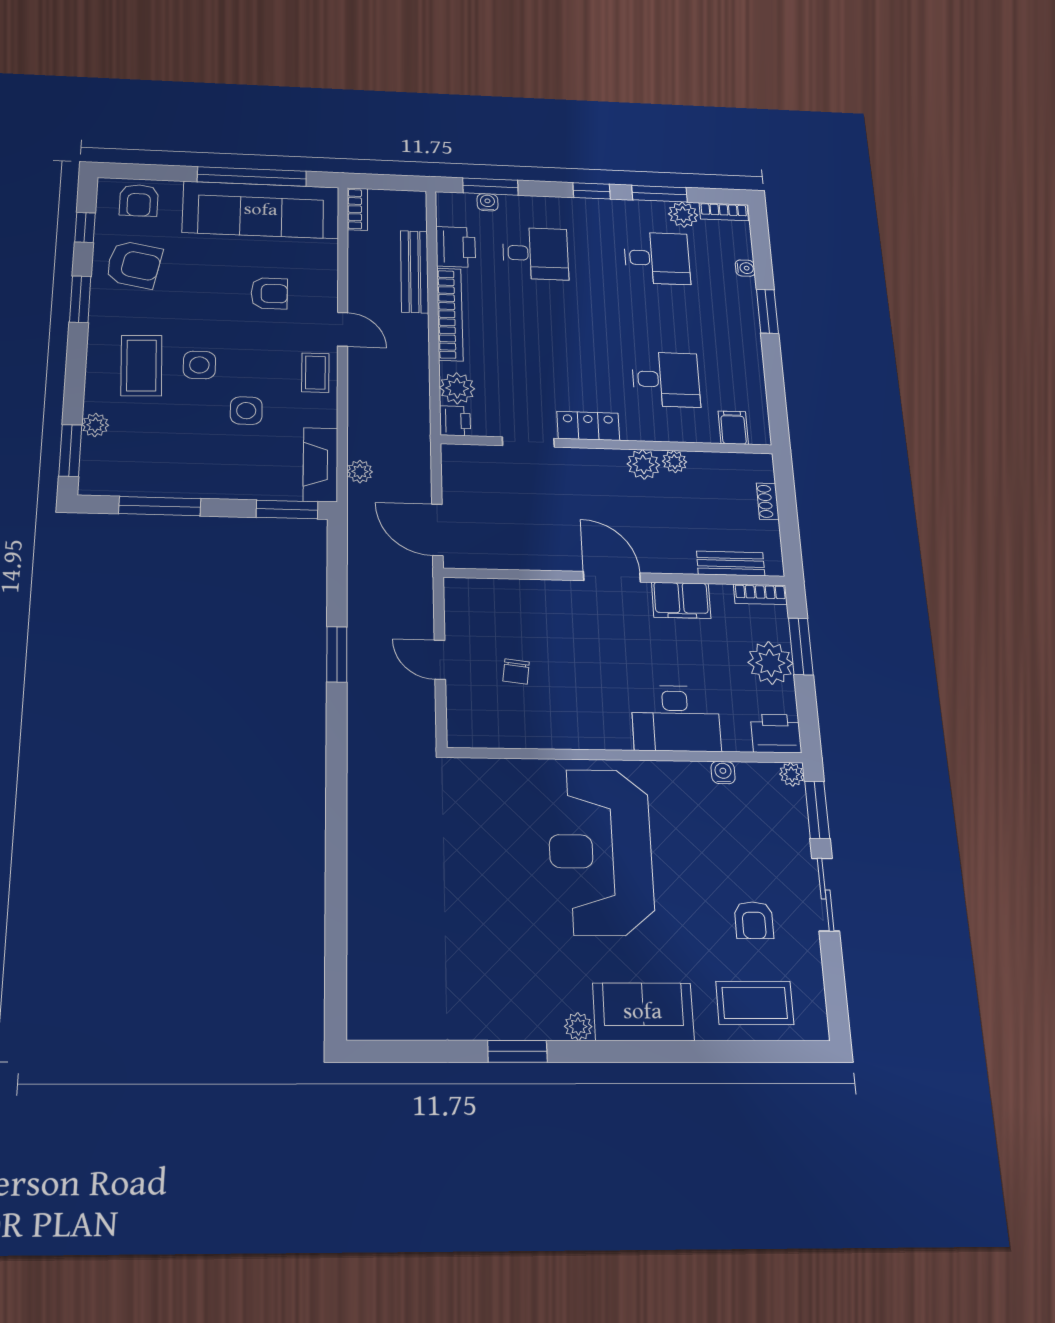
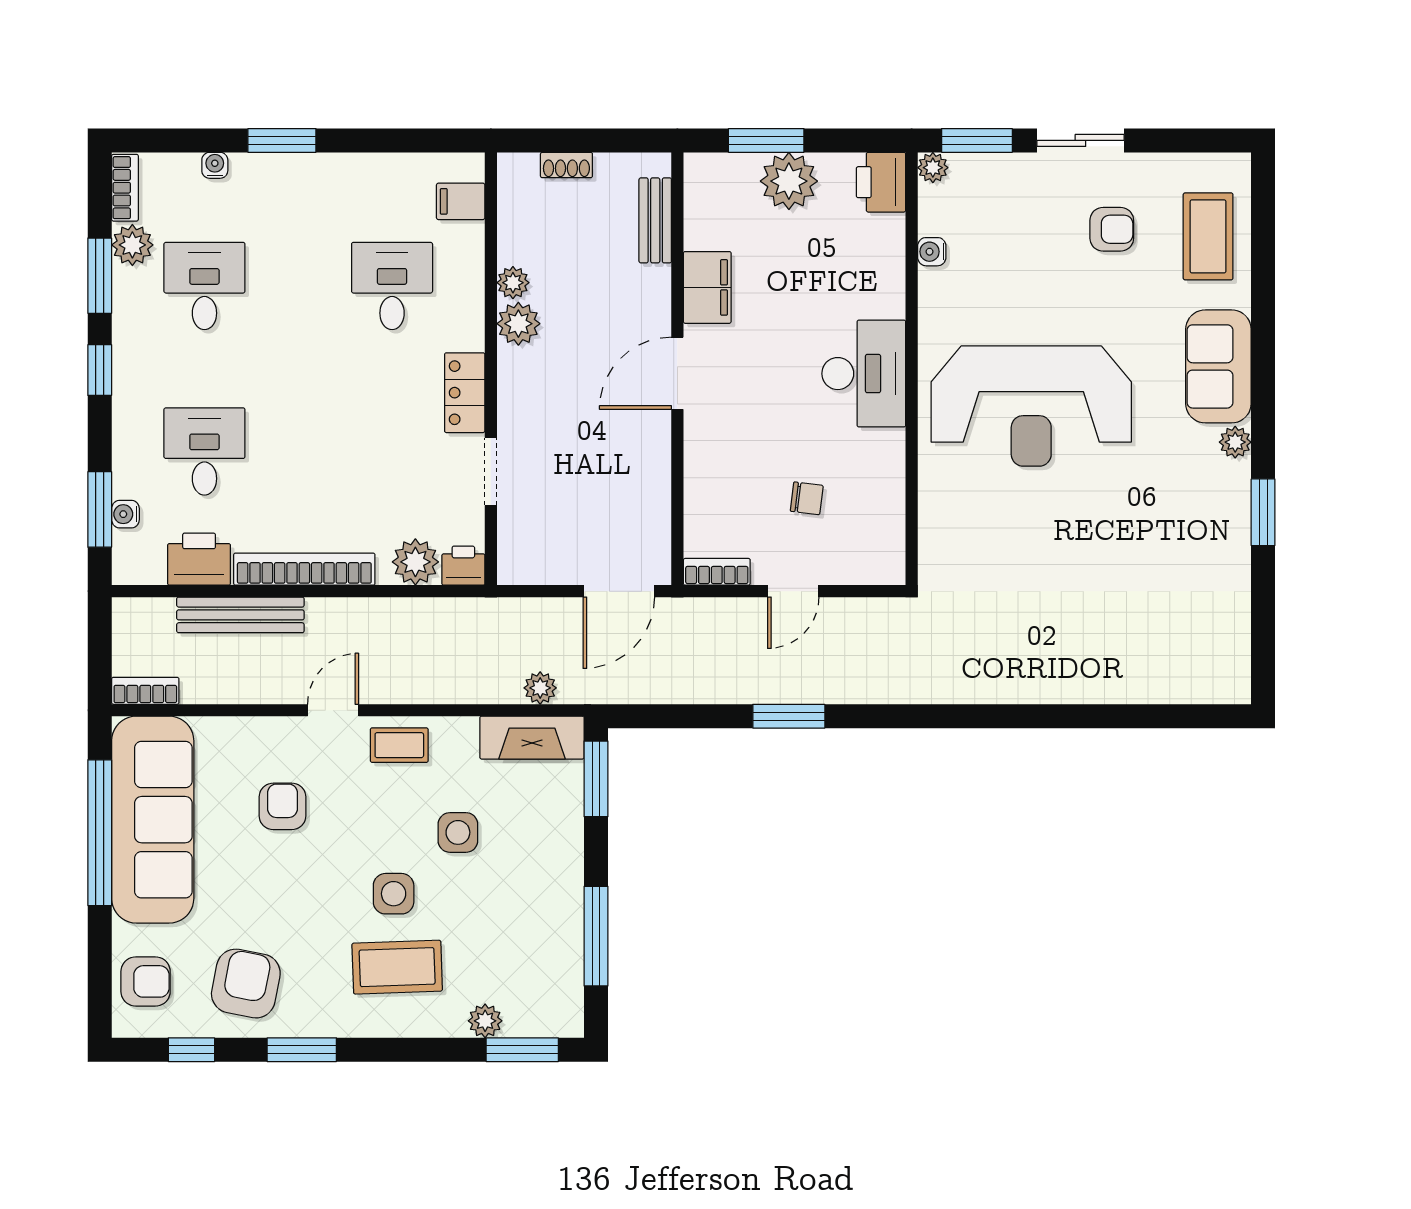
bookcase: (760, 594) -> (717, 572), moved, turned -90
desk: (676, 718) -> (864, 374), moved

